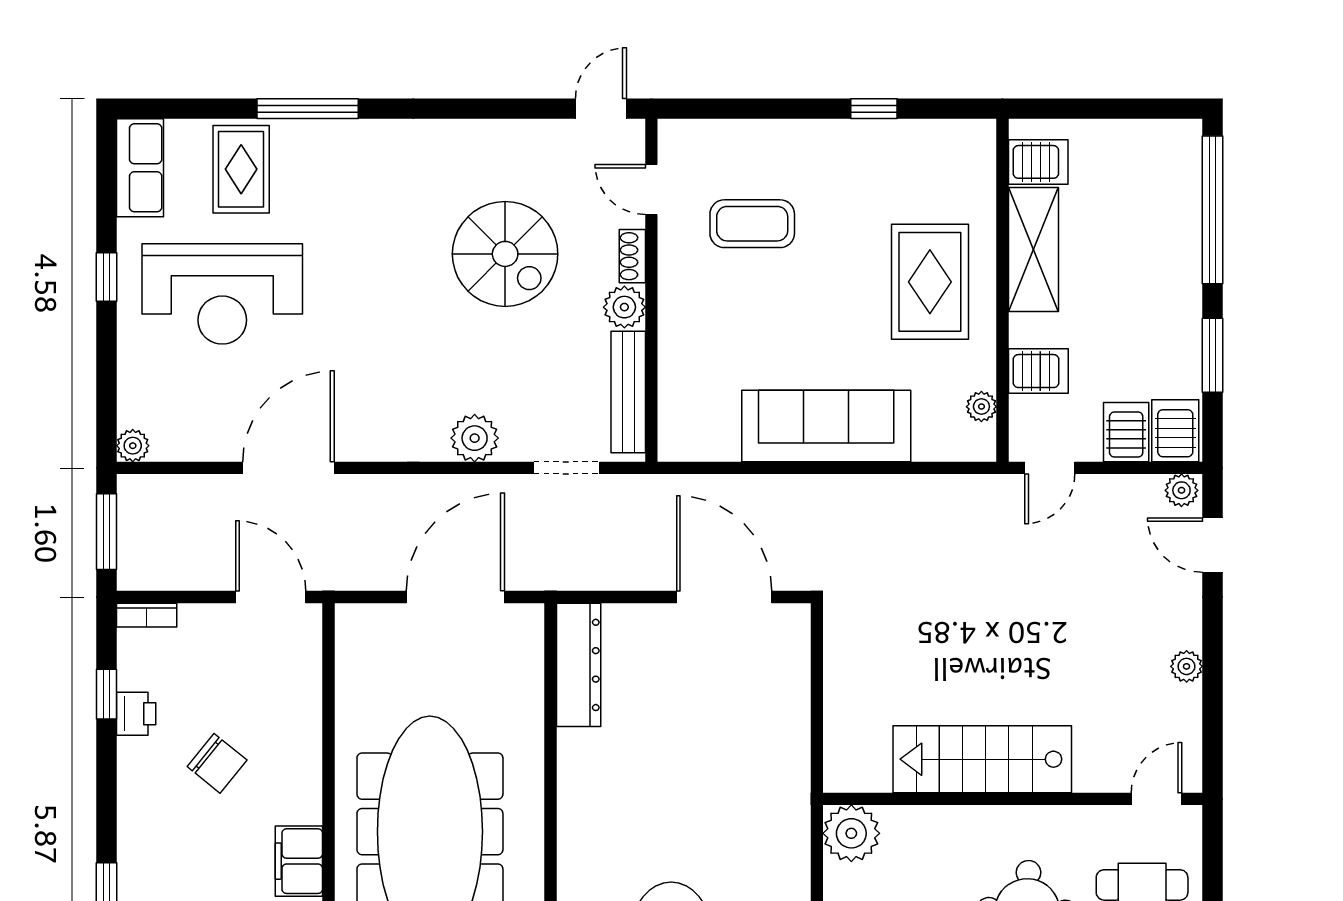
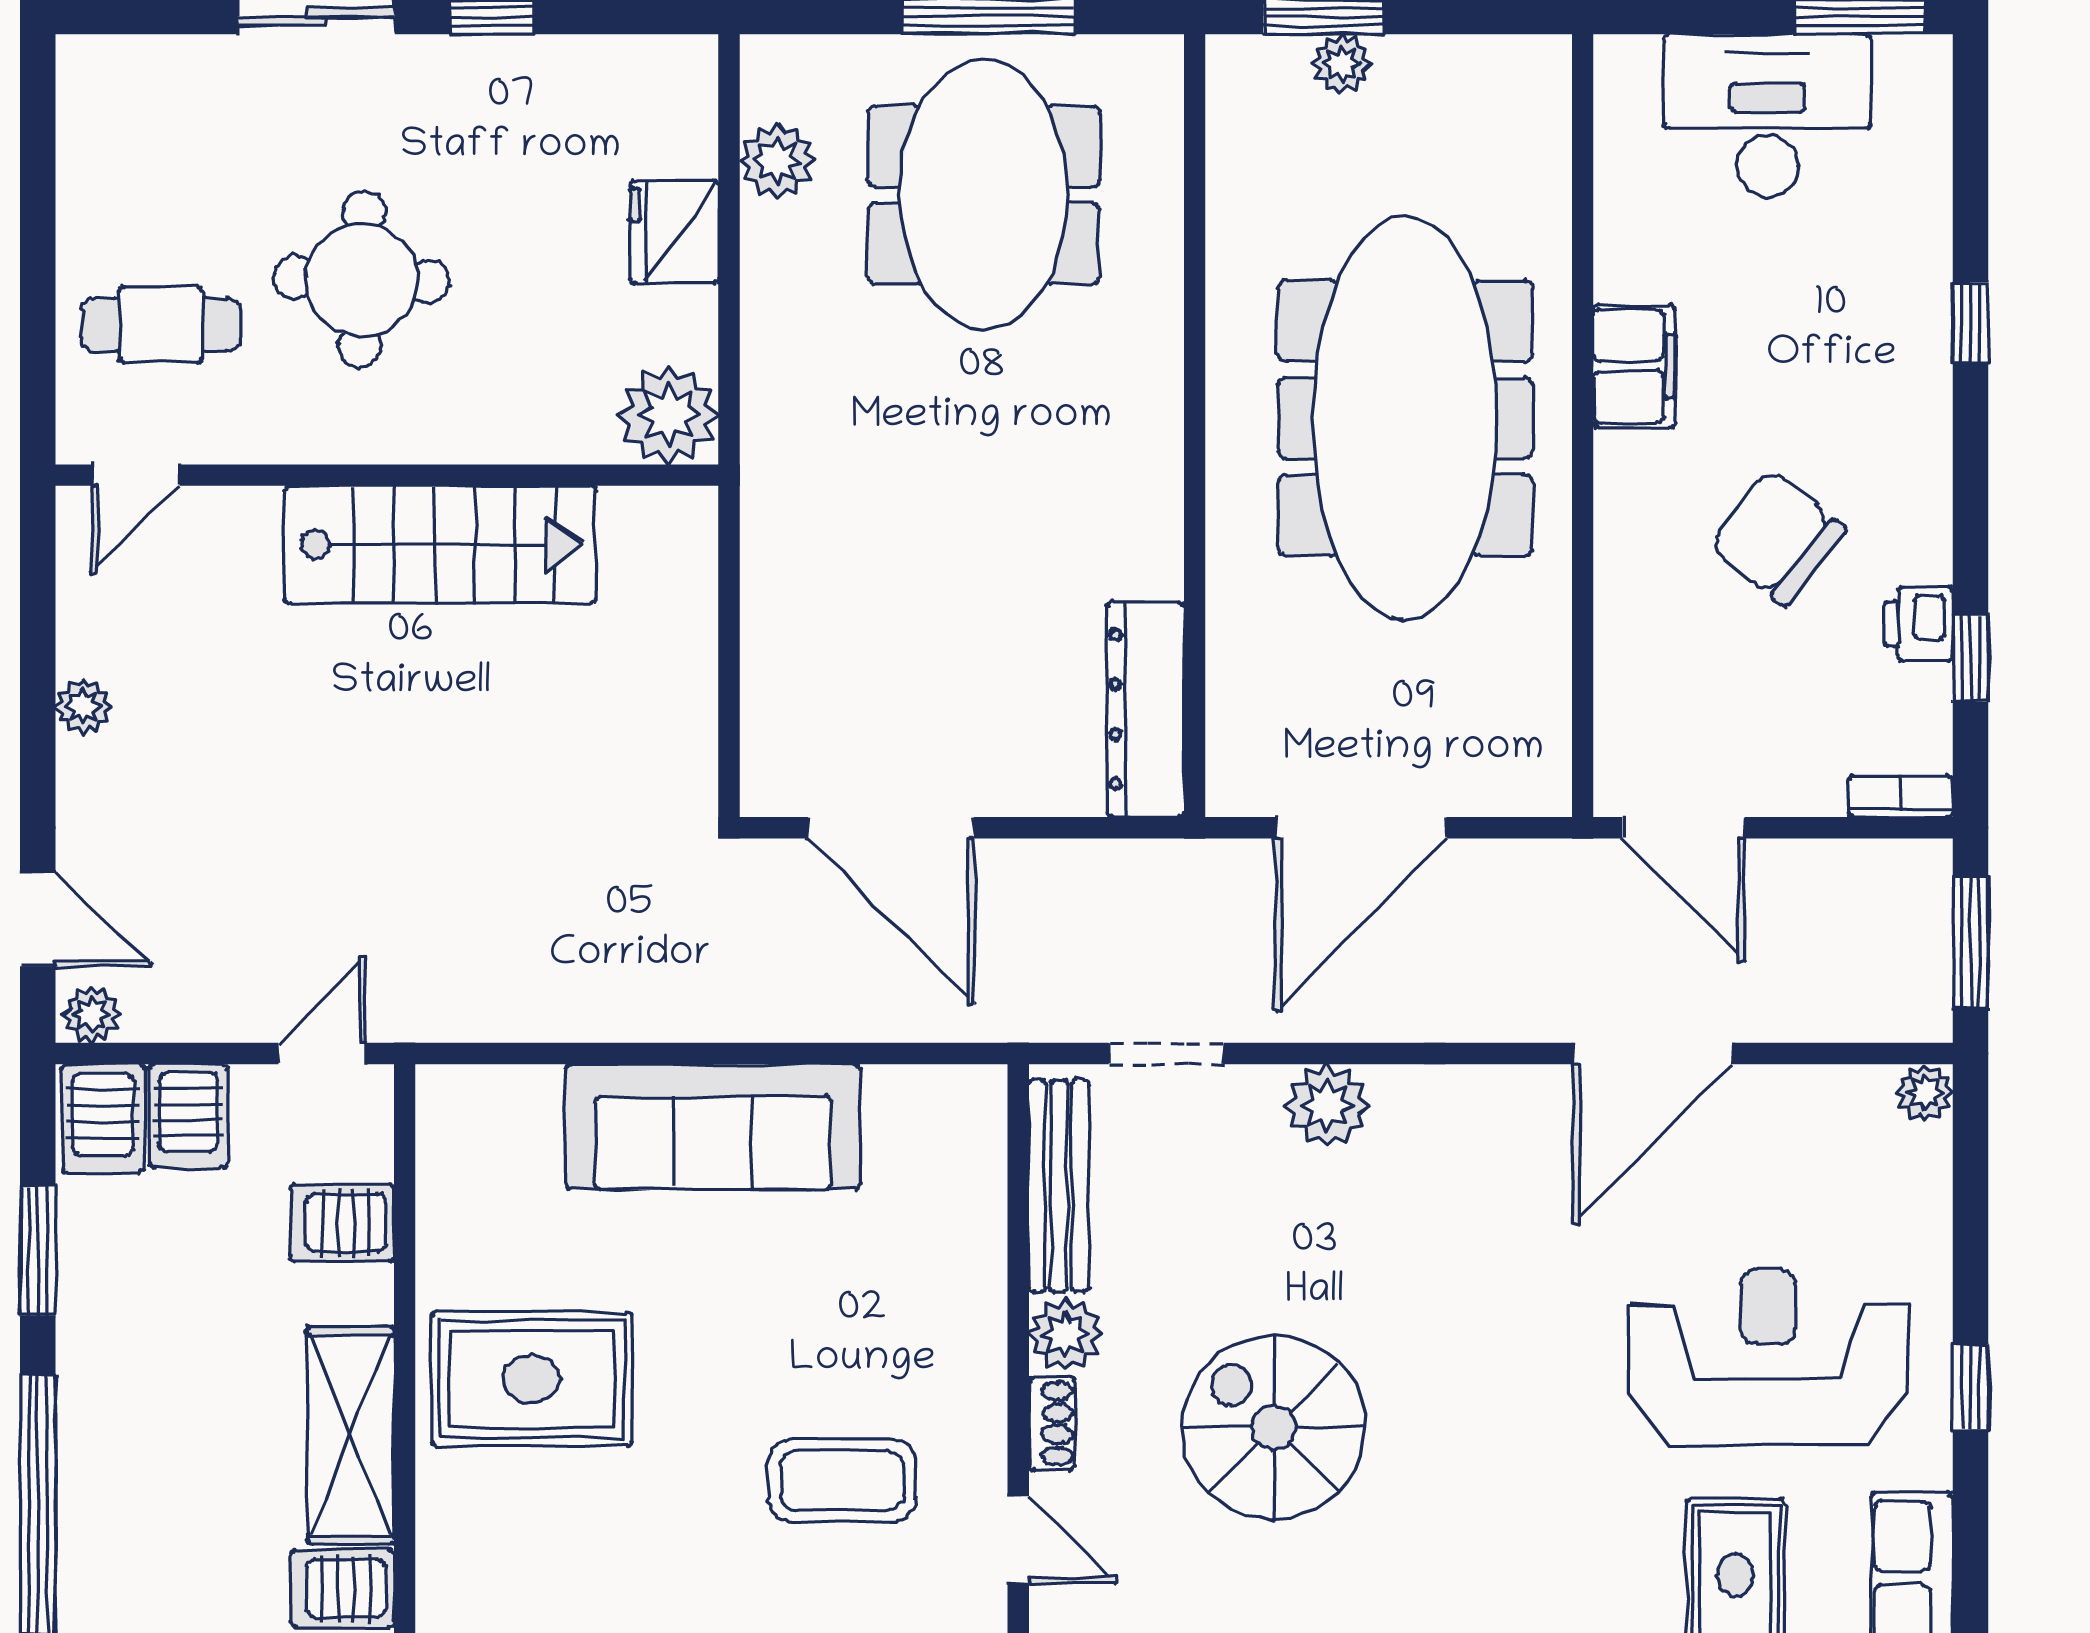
rug: (930, 282) -> (532, 1379), turned 90
plant: (981, 407) -> (441, 1161), removed
chair: (217, 763) -> (1777, 537), width x1.37, depth x1.37

